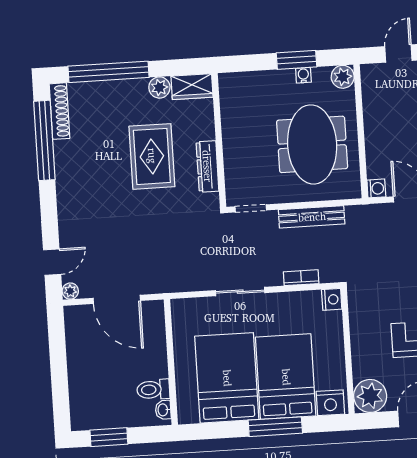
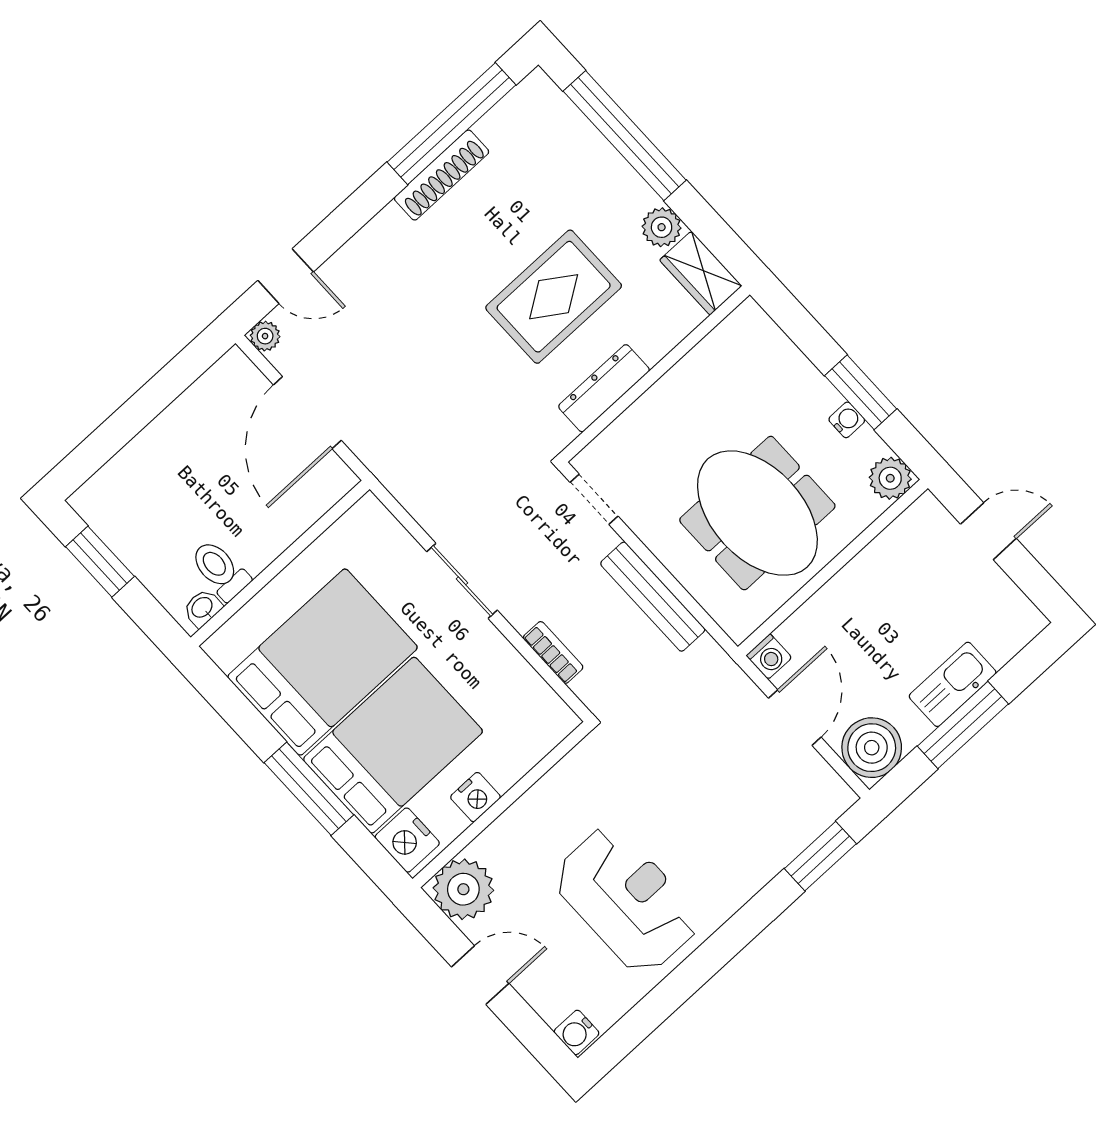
shoe rack: (59, 111) -> (442, 175), moved
meeting table: (312, 144) -> (757, 513), turned 90
nightstand: (332, 299) -> (475, 797), moved

